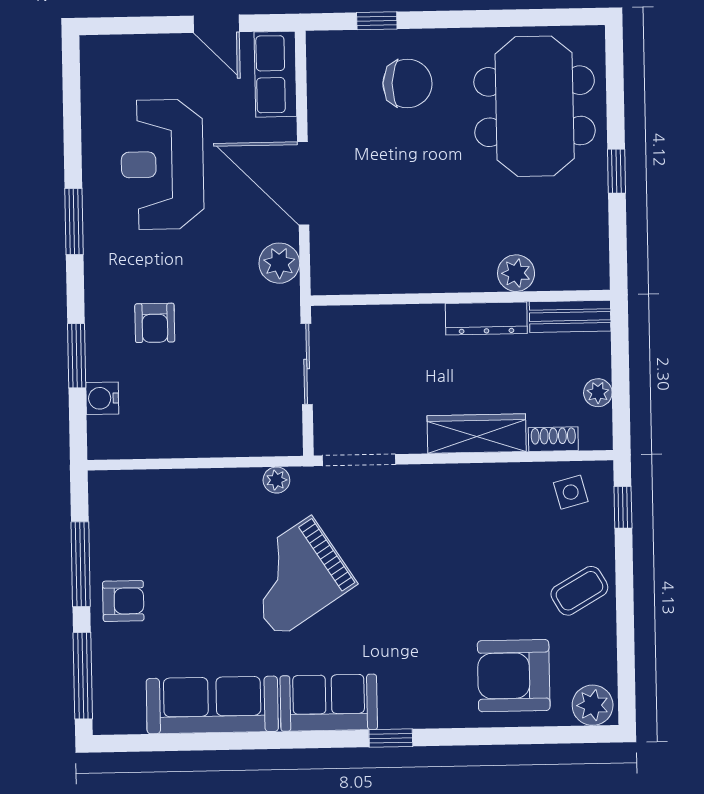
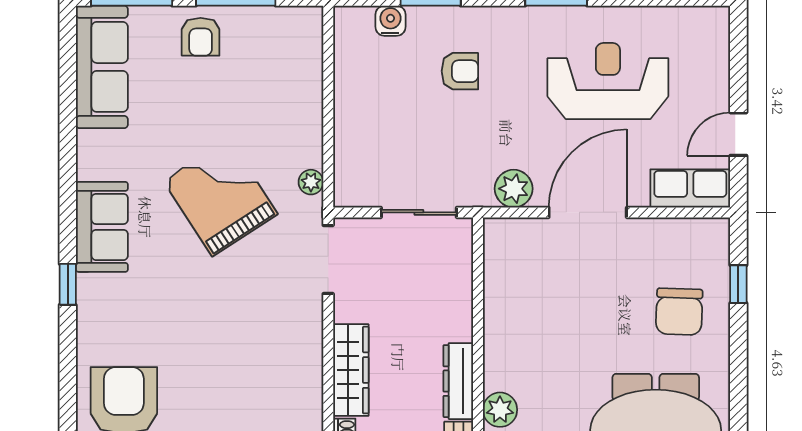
armchair: (155, 323) -> (460, 71), turned 180
sofa: (212, 705) -> (102, 67), moved

